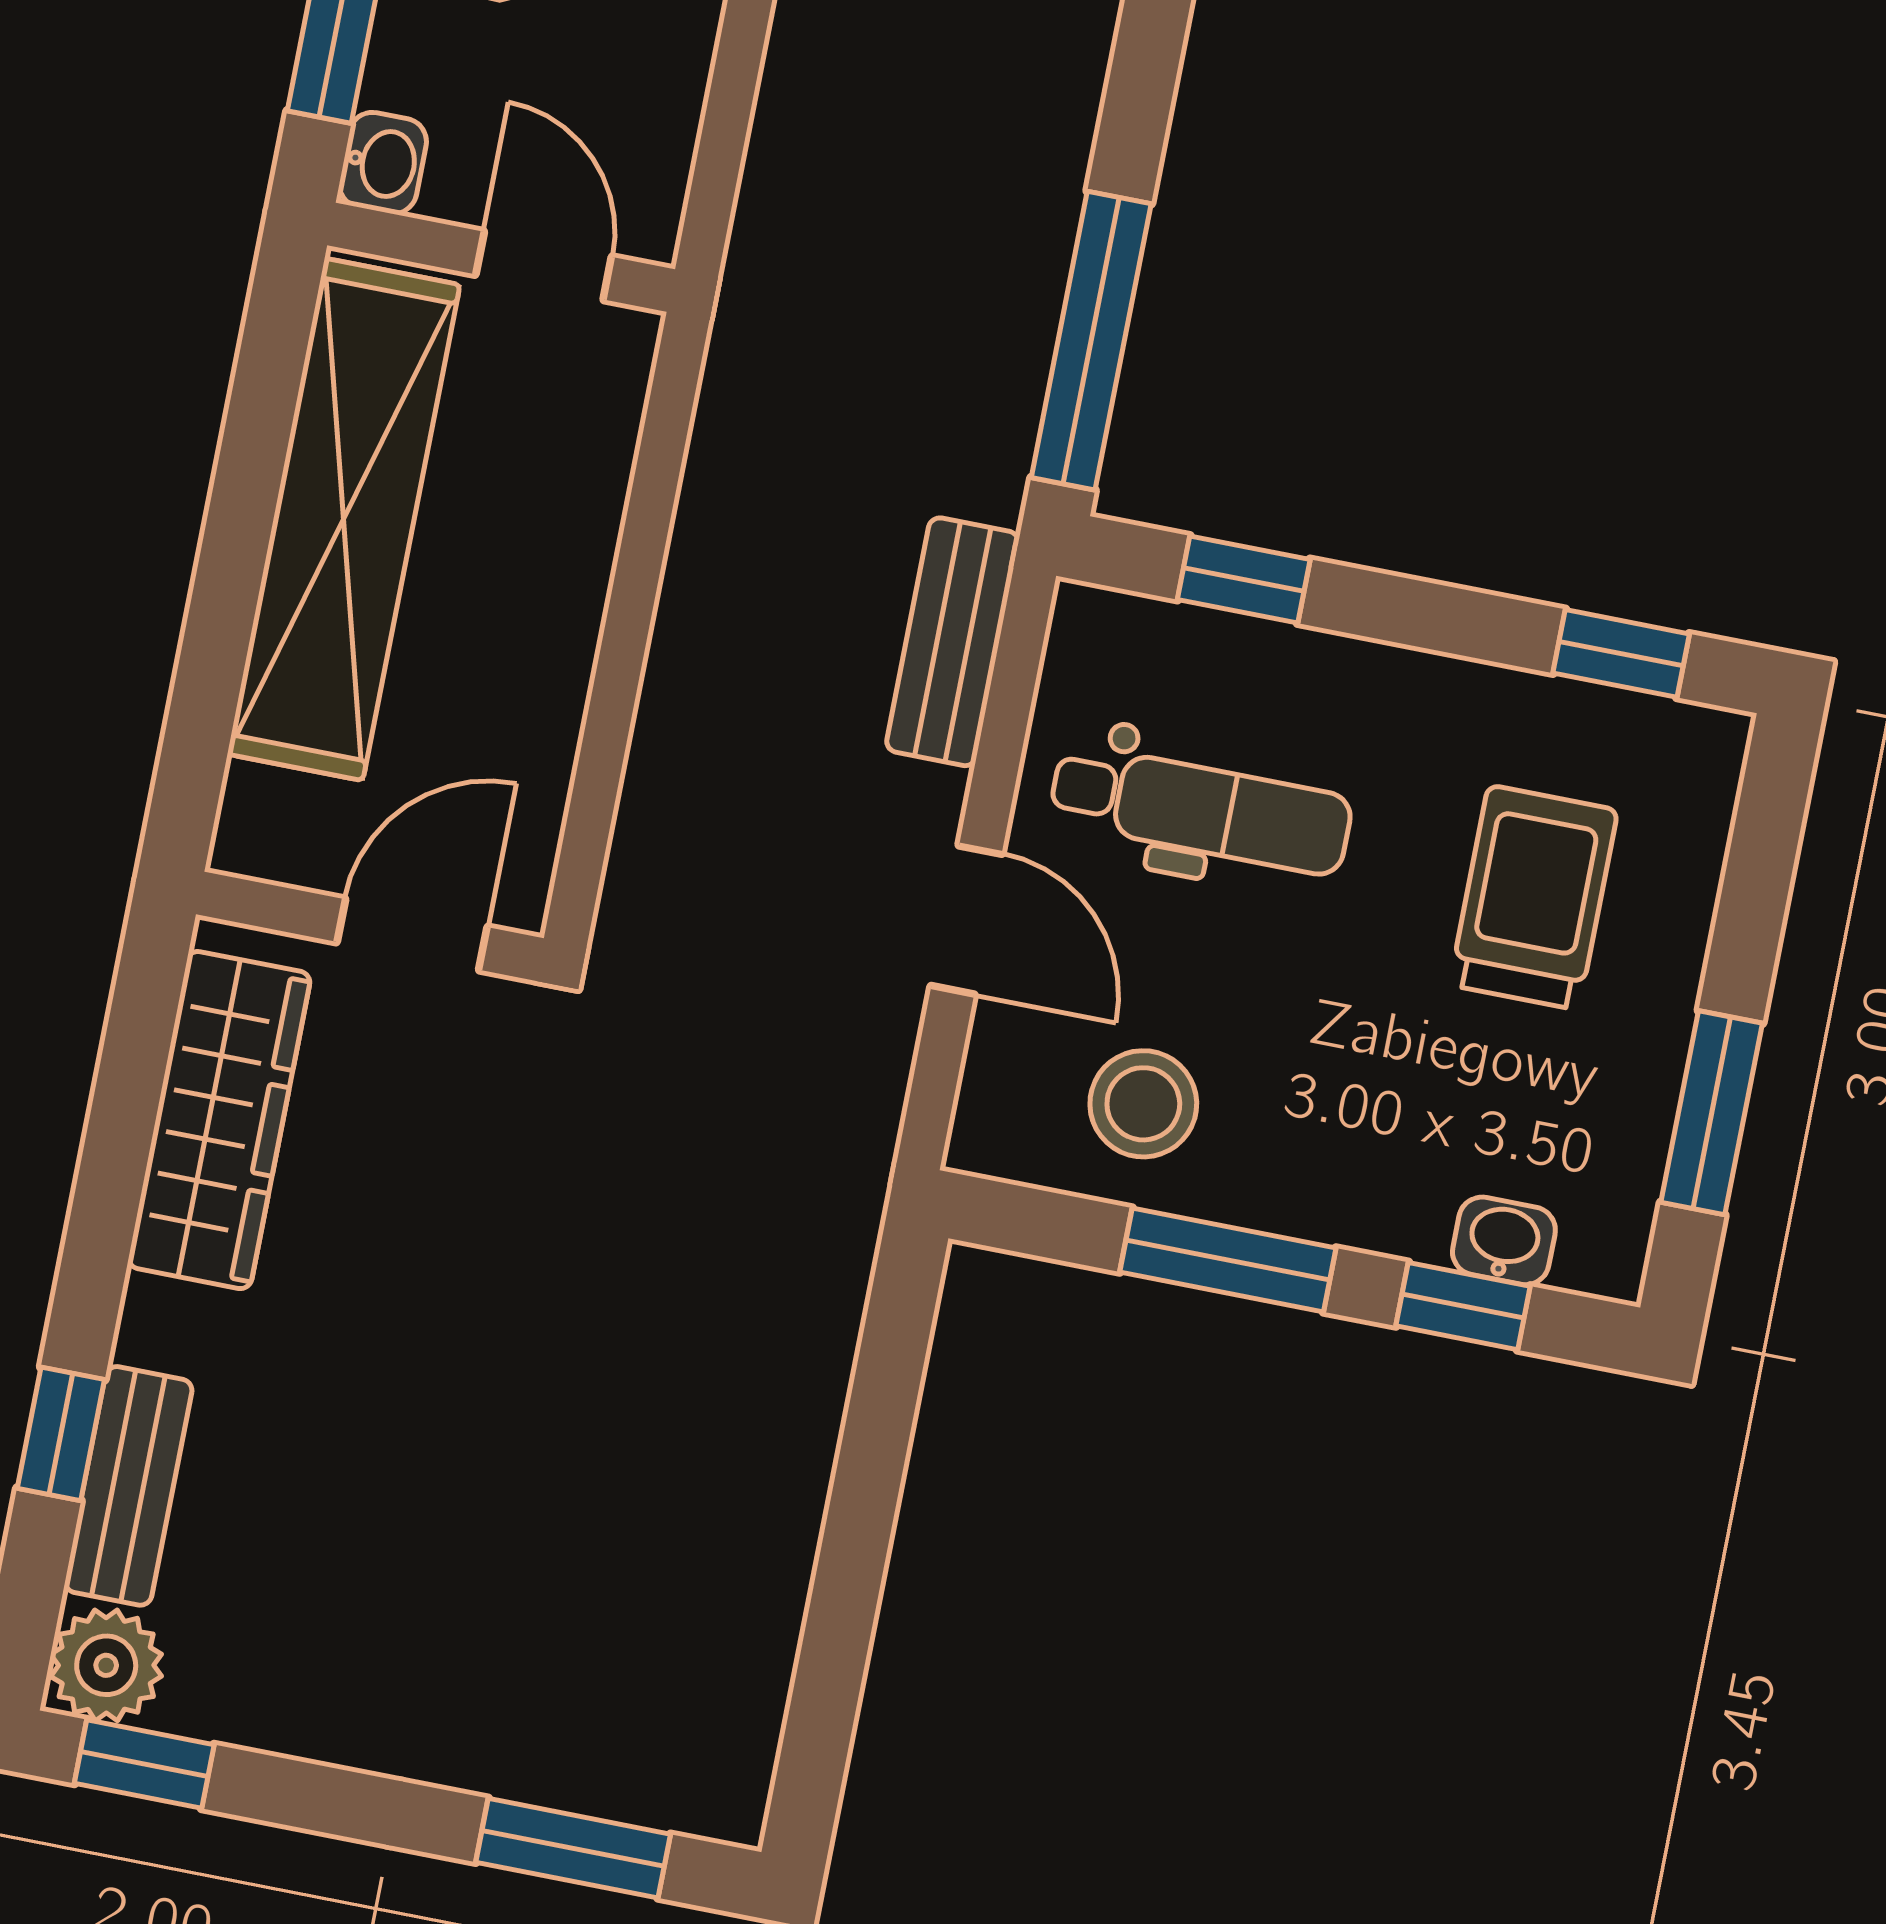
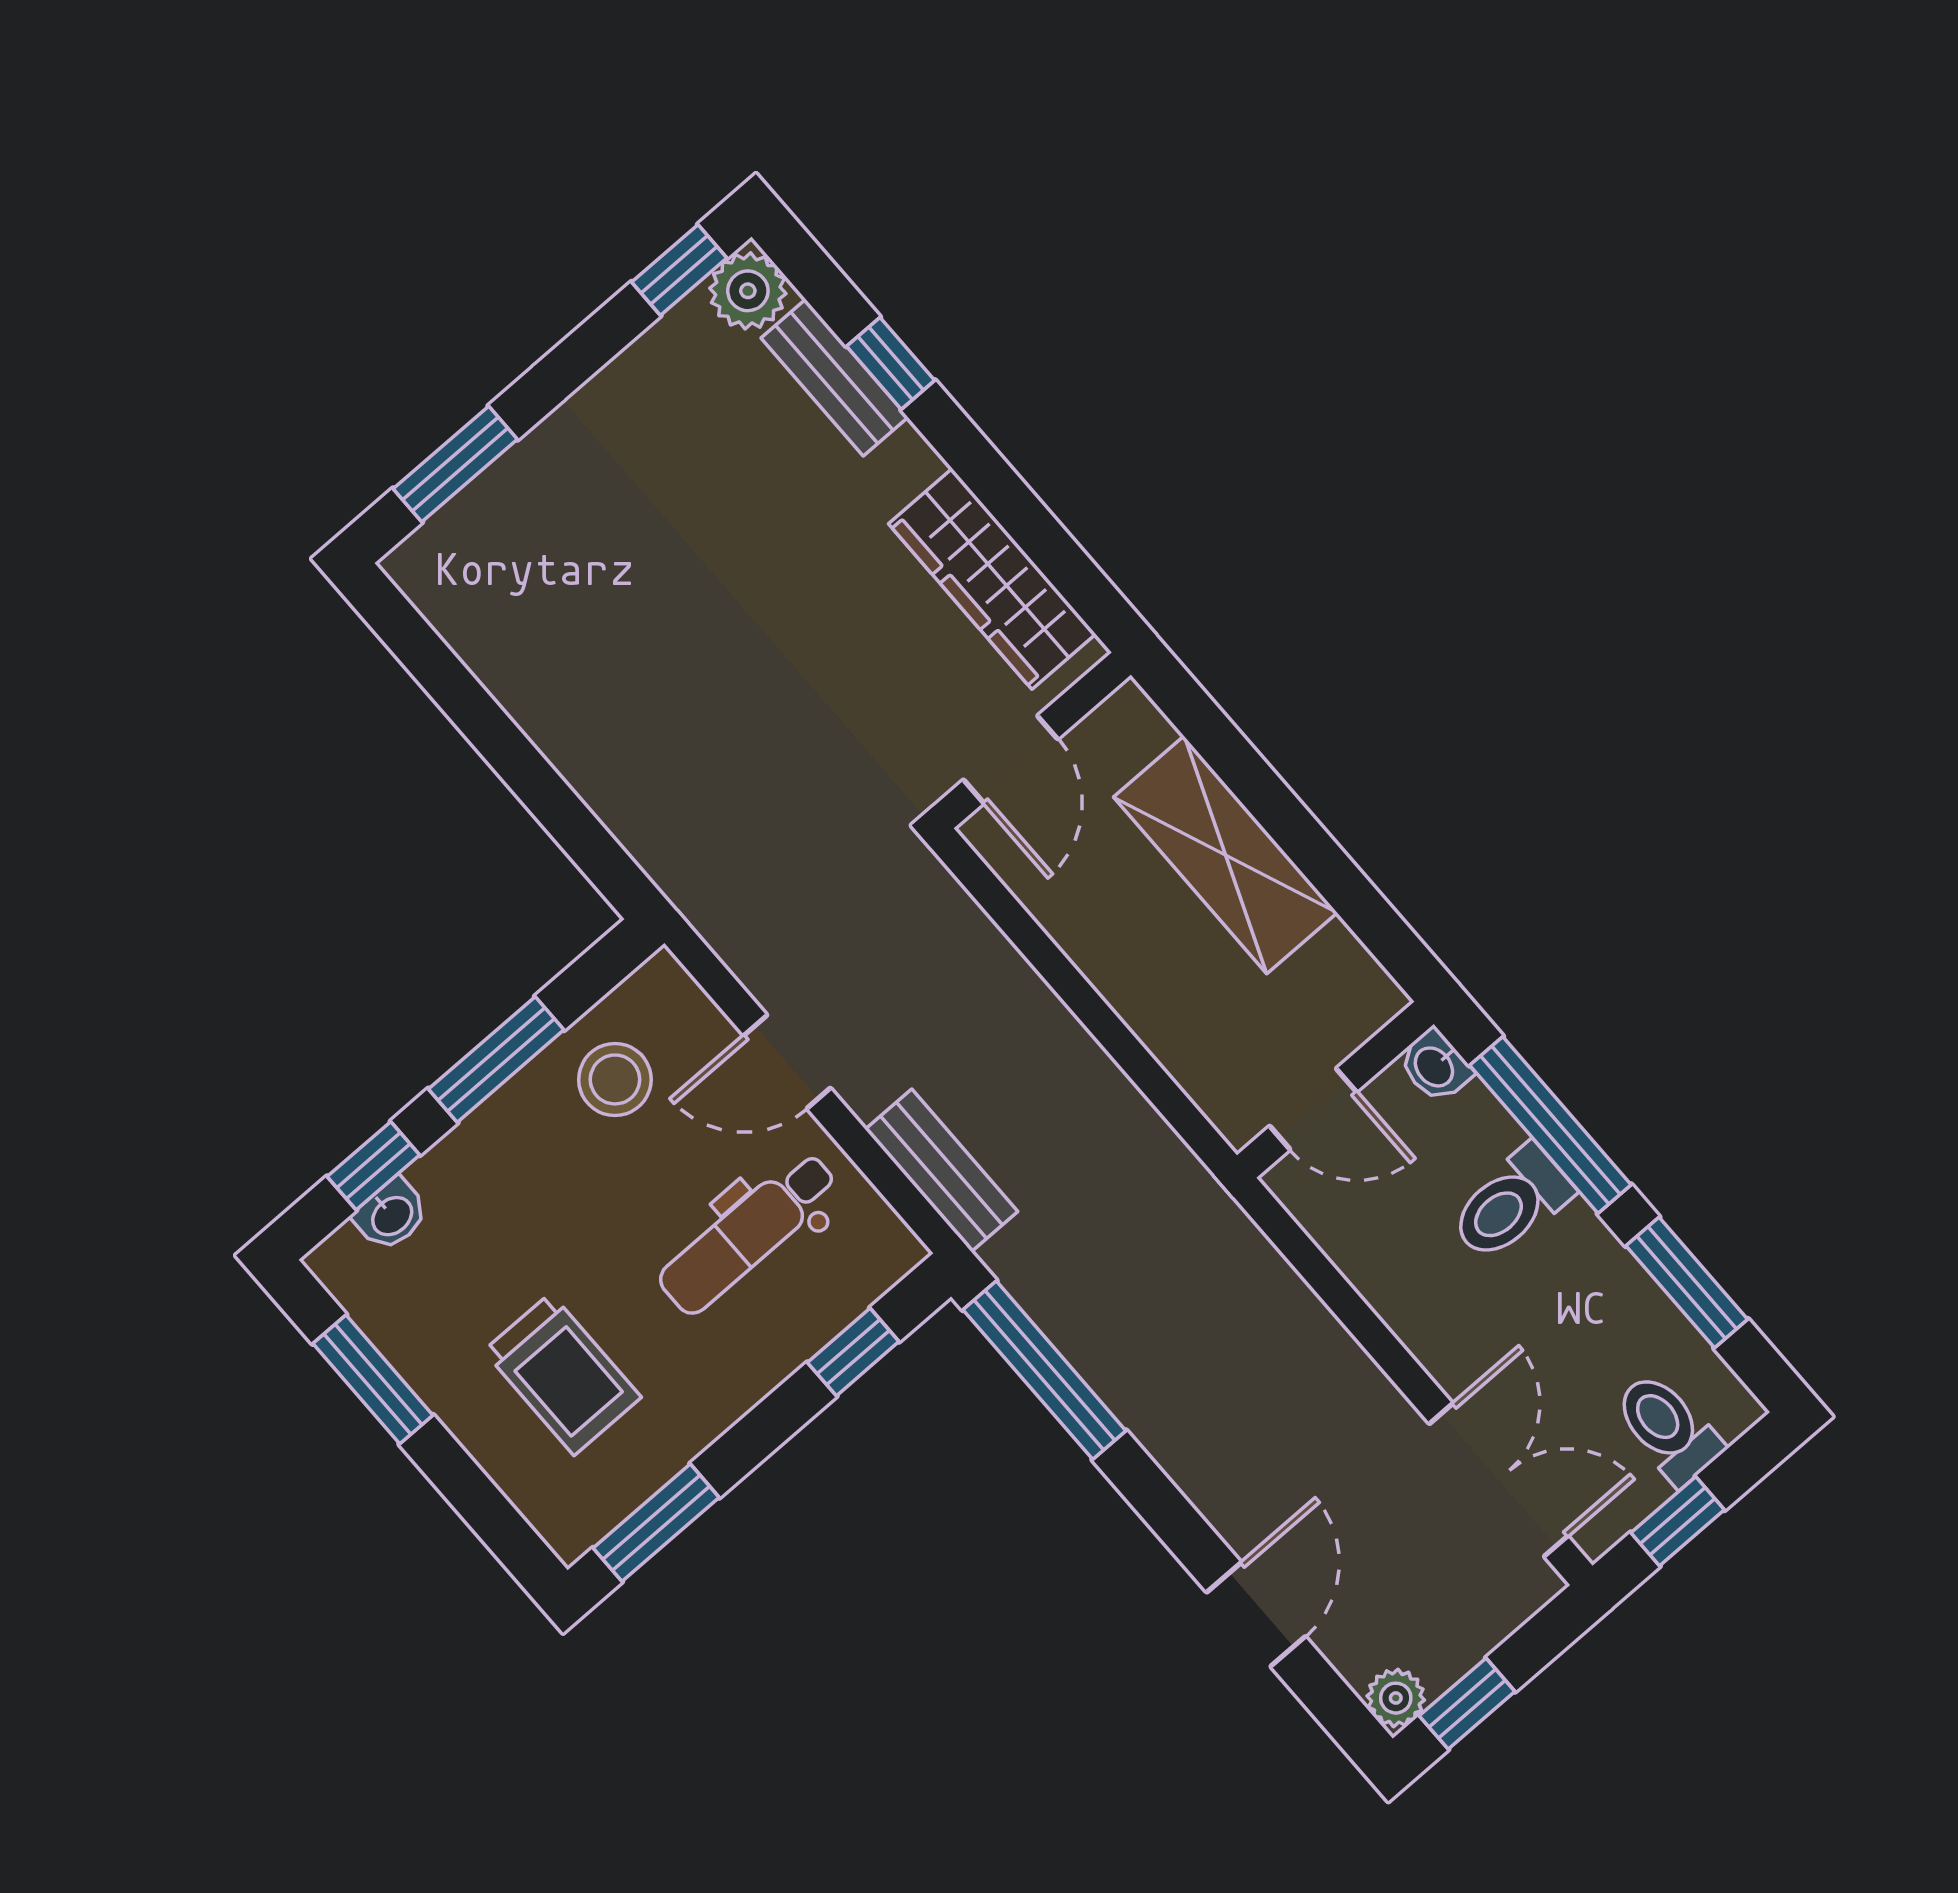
shelving: (344, 519) -> (1225, 855), width x0.68
window: (1621, 653) -> (656, 1523), width x1.50

